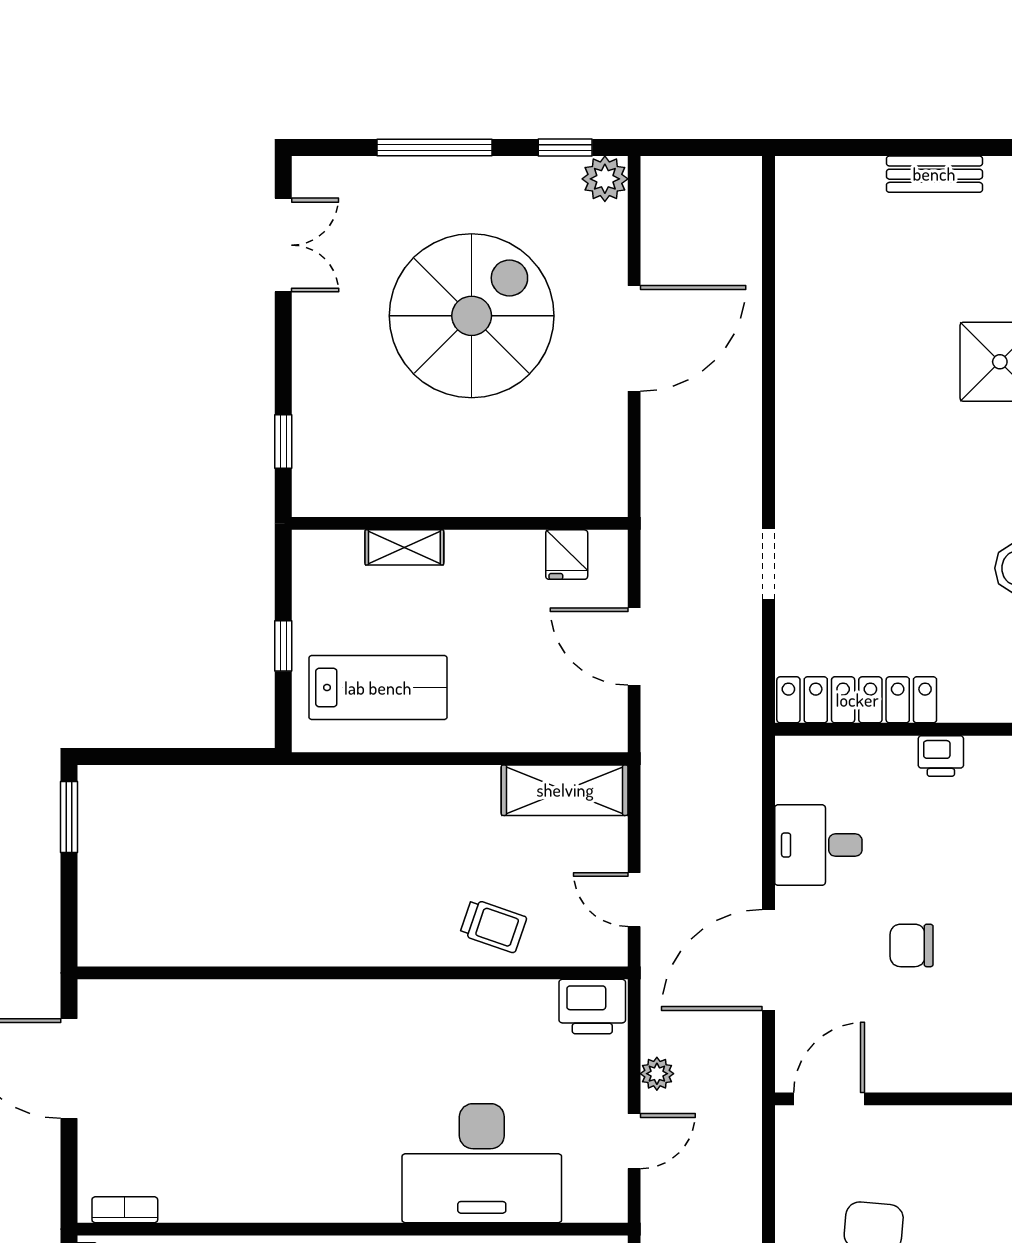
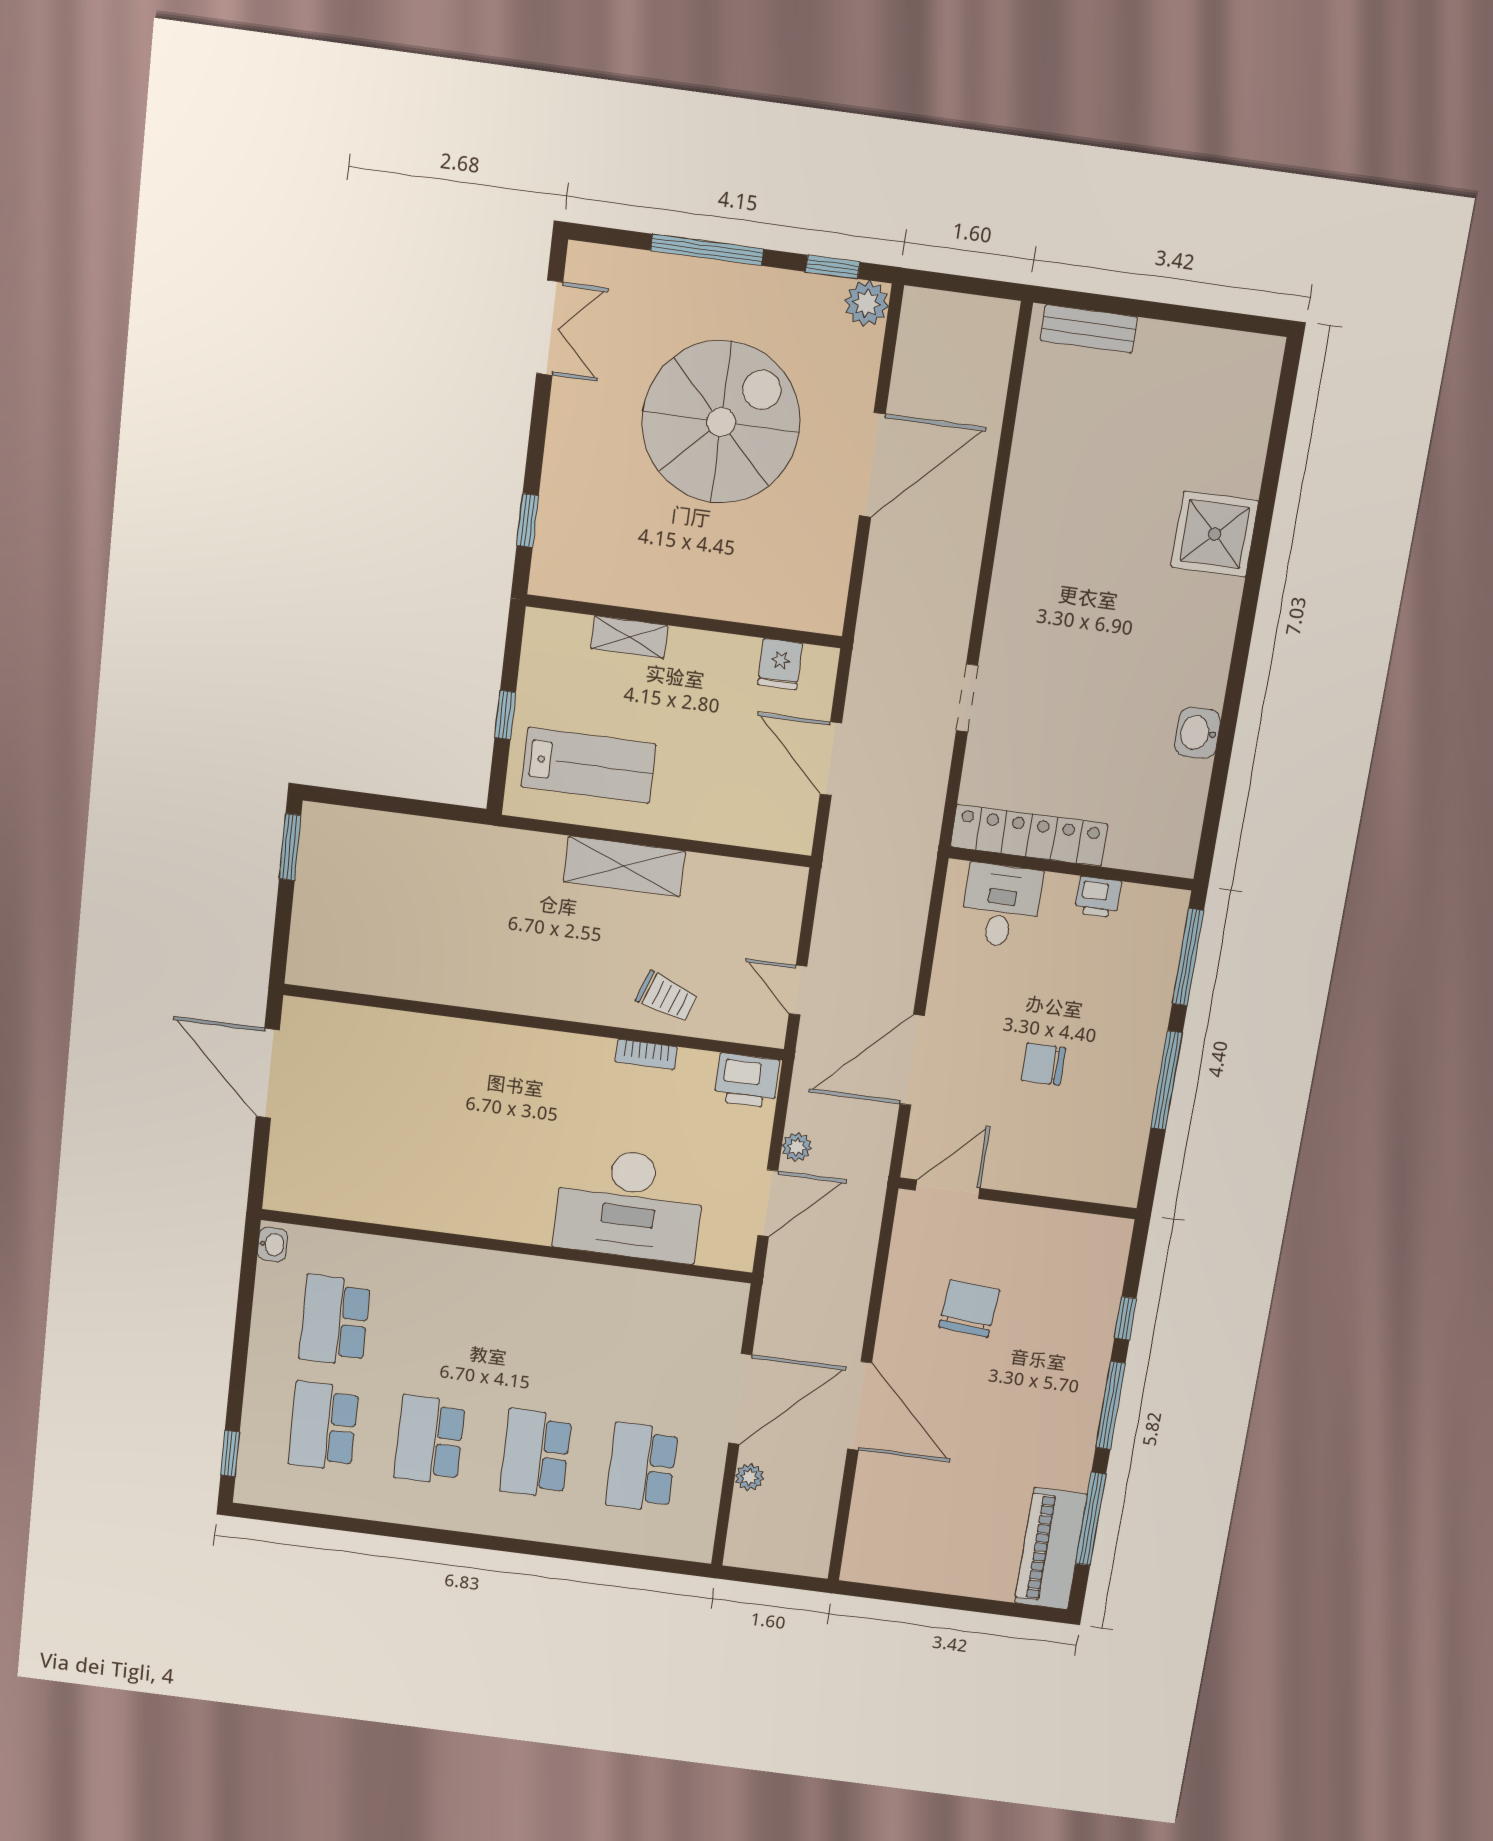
bench: (934, 174) -> (1089, 329), moved
shelving: (565, 790) -> (624, 866), moved
desk: (818, 845) -> (1001, 906), moved, turned 90
door: (634, 1141) -> (768, 1203), width x1.38
bookcase: (125, 1210) -> (646, 1054), moved, turned 180

